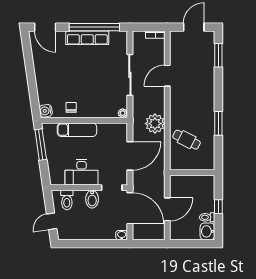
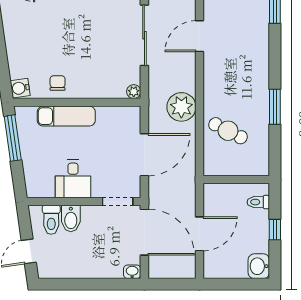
desk: (82, 172) -> (73, 179), width x0.73
bidet: (92, 199) -> (71, 219), moved
toilet: (207, 217) -> (258, 202), moved

